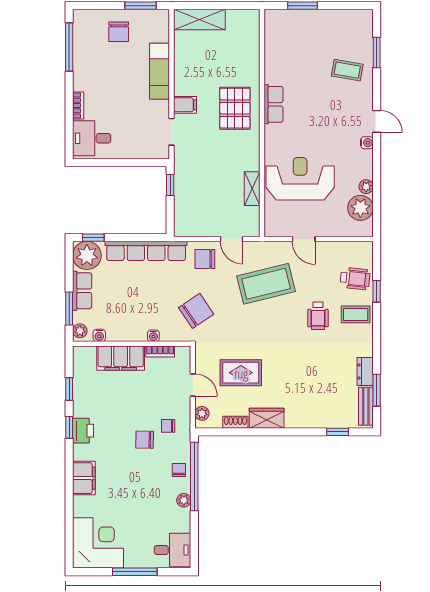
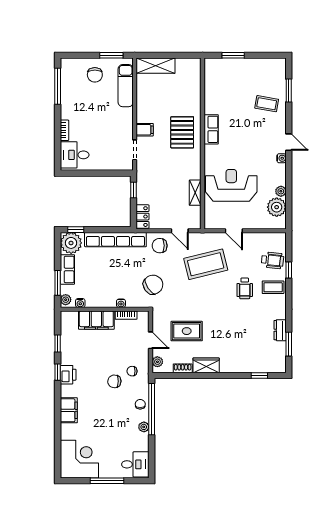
exam couch: (160, 71) -> (126, 86), moved
locker: (182, 220) -> (143, 217), added
bench: (366, 406) -> (281, 356), removed

